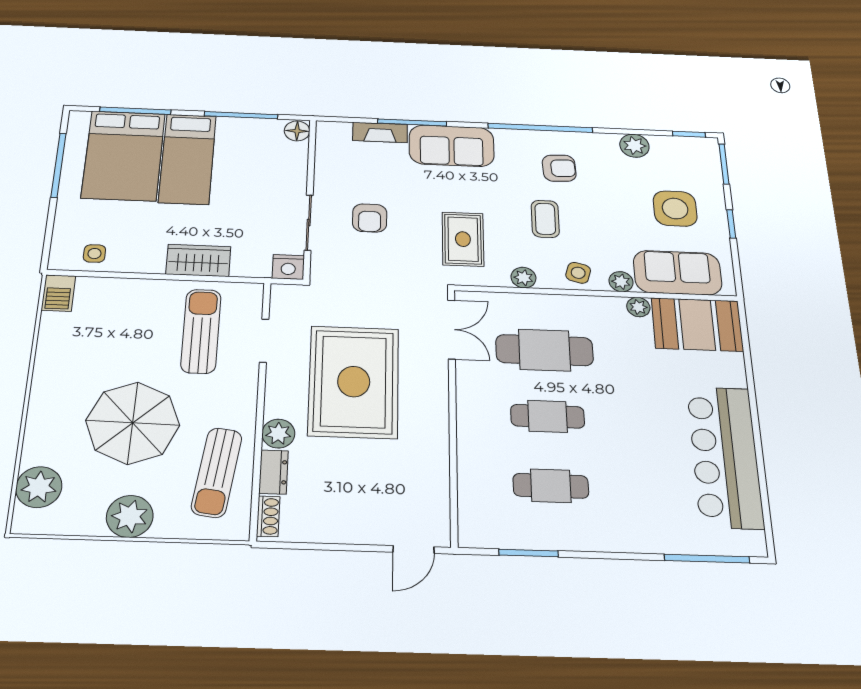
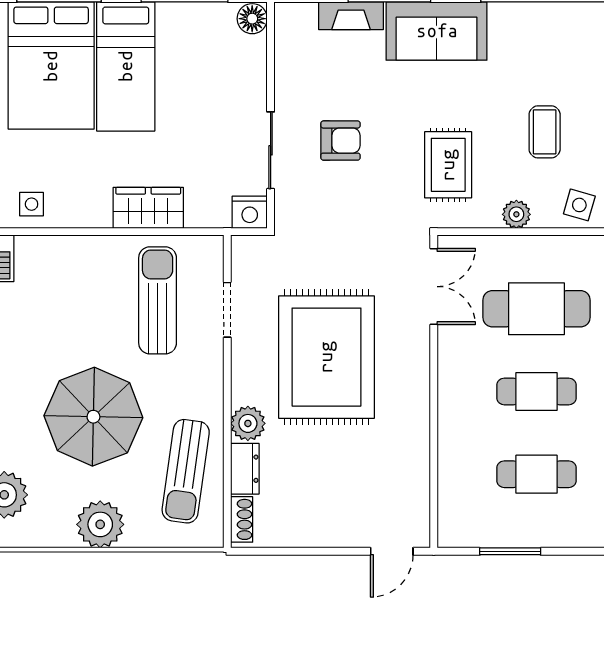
armchair: (559, 168) -> (564, 58), removed
armchair: (370, 218) -> (341, 141), turned -90

